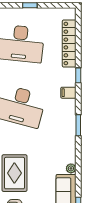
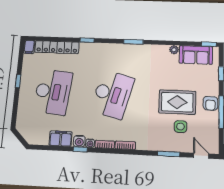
filing cabinet: (68, 93) -> (29, 47), moved

